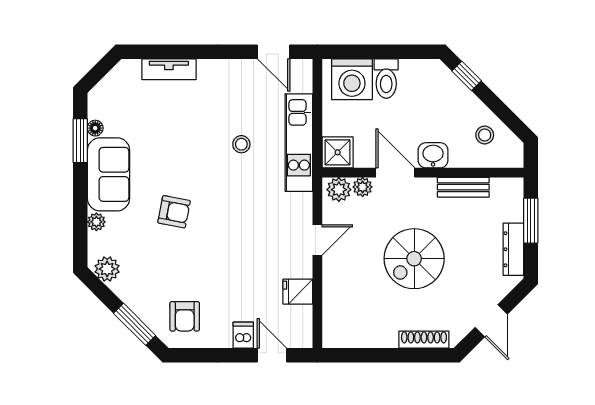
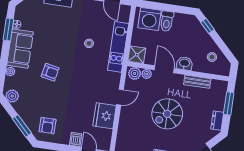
dresser: (513, 249) -> (217, 121), width x0.70
fridge: (298, 292) -> (105, 116), width x1.88, depth x1.34

